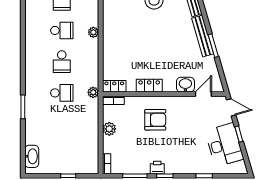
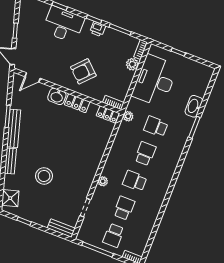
plant: (93, 32) -> (103, 181), moved
washbasin: (185, 85) -> (57, 96), moved
armchair: (155, 120) -> (83, 71), turned -47
plant: (109, 129) -> (132, 64), moved
desk: (80, 138) -> (155, 81), added
desk: (224, 145) -> (64, 25), moved, turned 106
washbasin: (32, 156) -> (194, 106), moved

